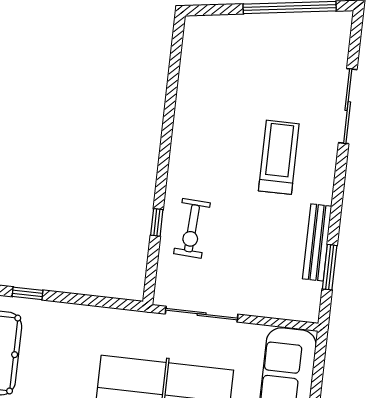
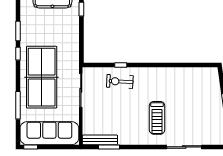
treadmill: (279, 157) -> (157, 118), turned 90
bench: (317, 242) -> (100, 140), moved

